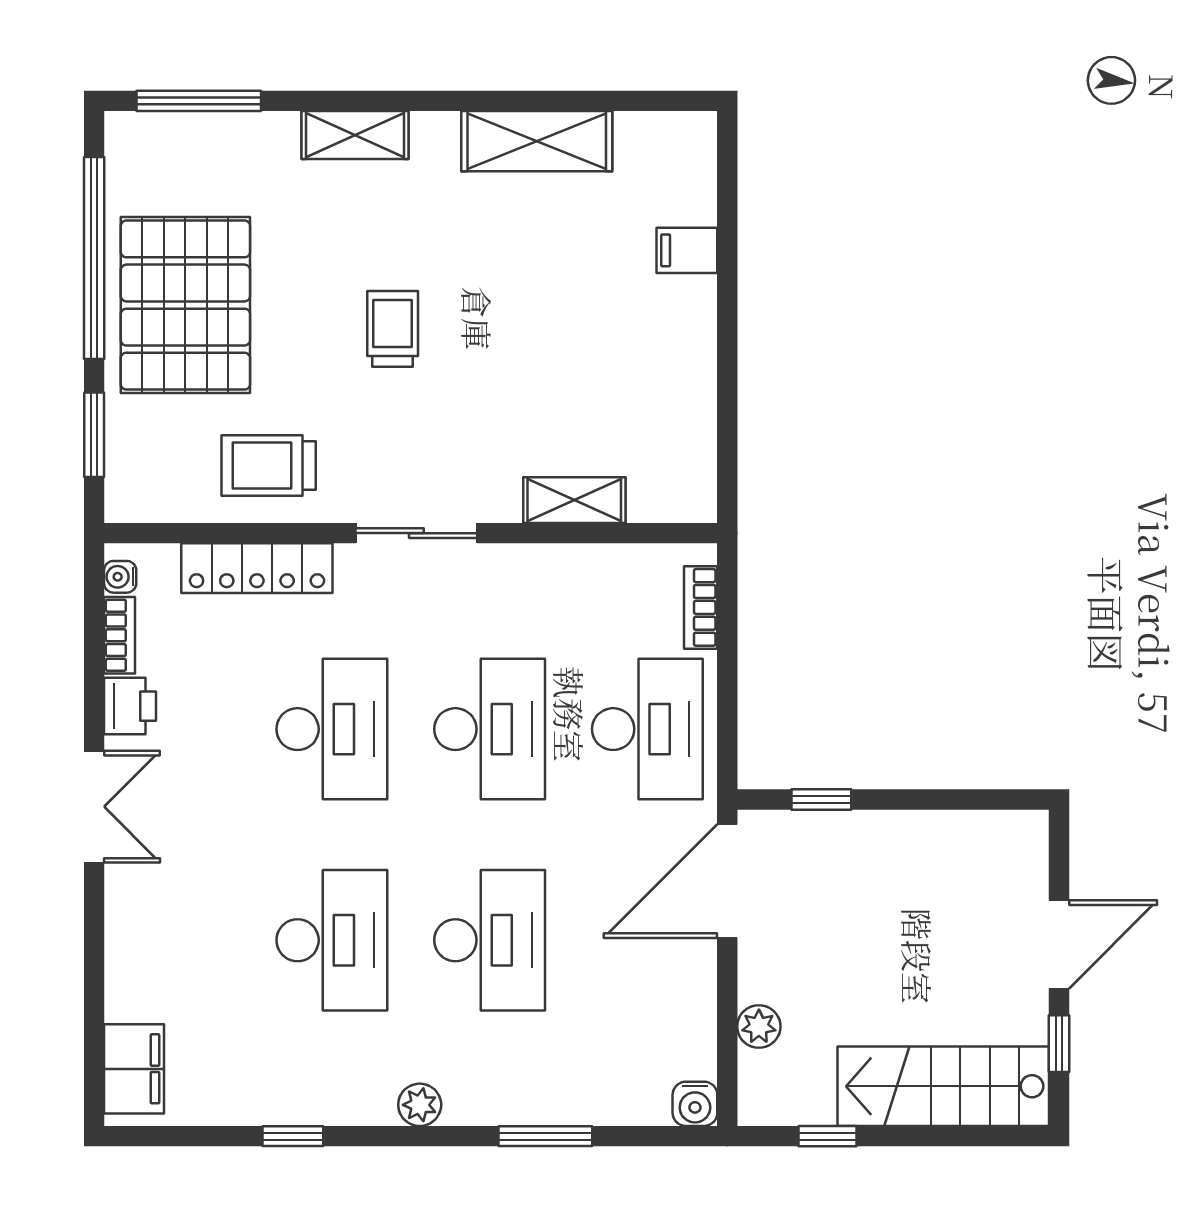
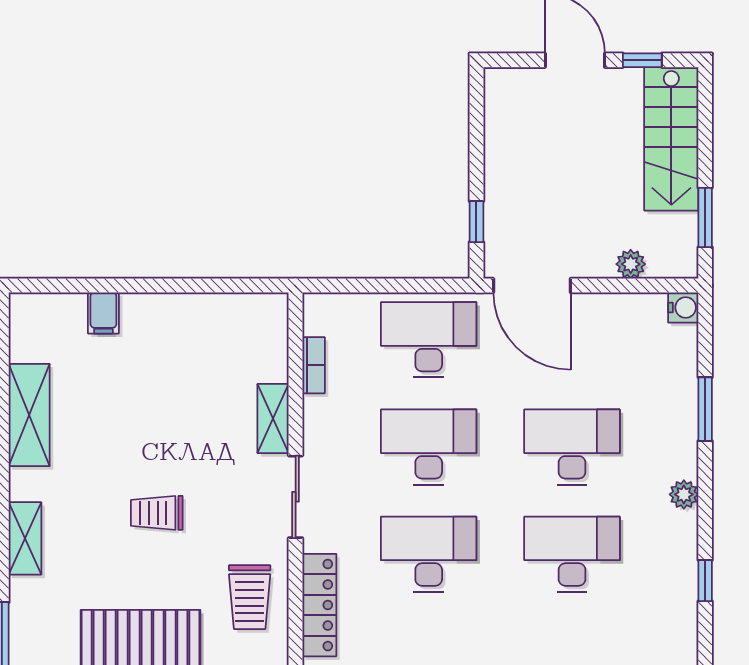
shelving: (574, 500) -> (273, 418), moved
bookcase: (701, 607) -> (314, 365), moved, turned -90
window: (827, 1136) -> (705, 218), width x1.50

